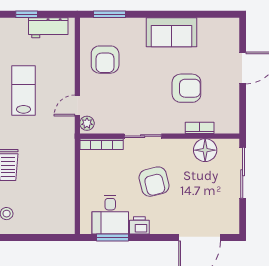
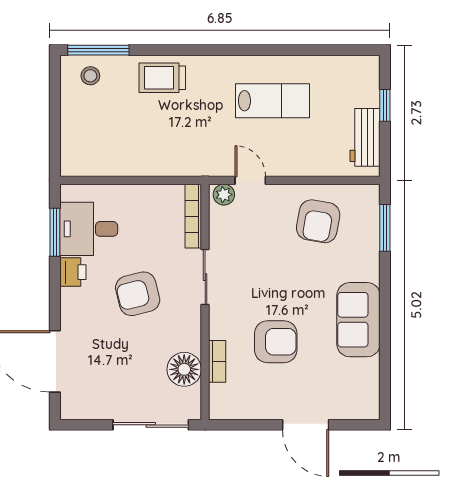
armchair: (105, 60) -> (318, 221), turned -80
armchair: (186, 88) -> (276, 342), turned -90

